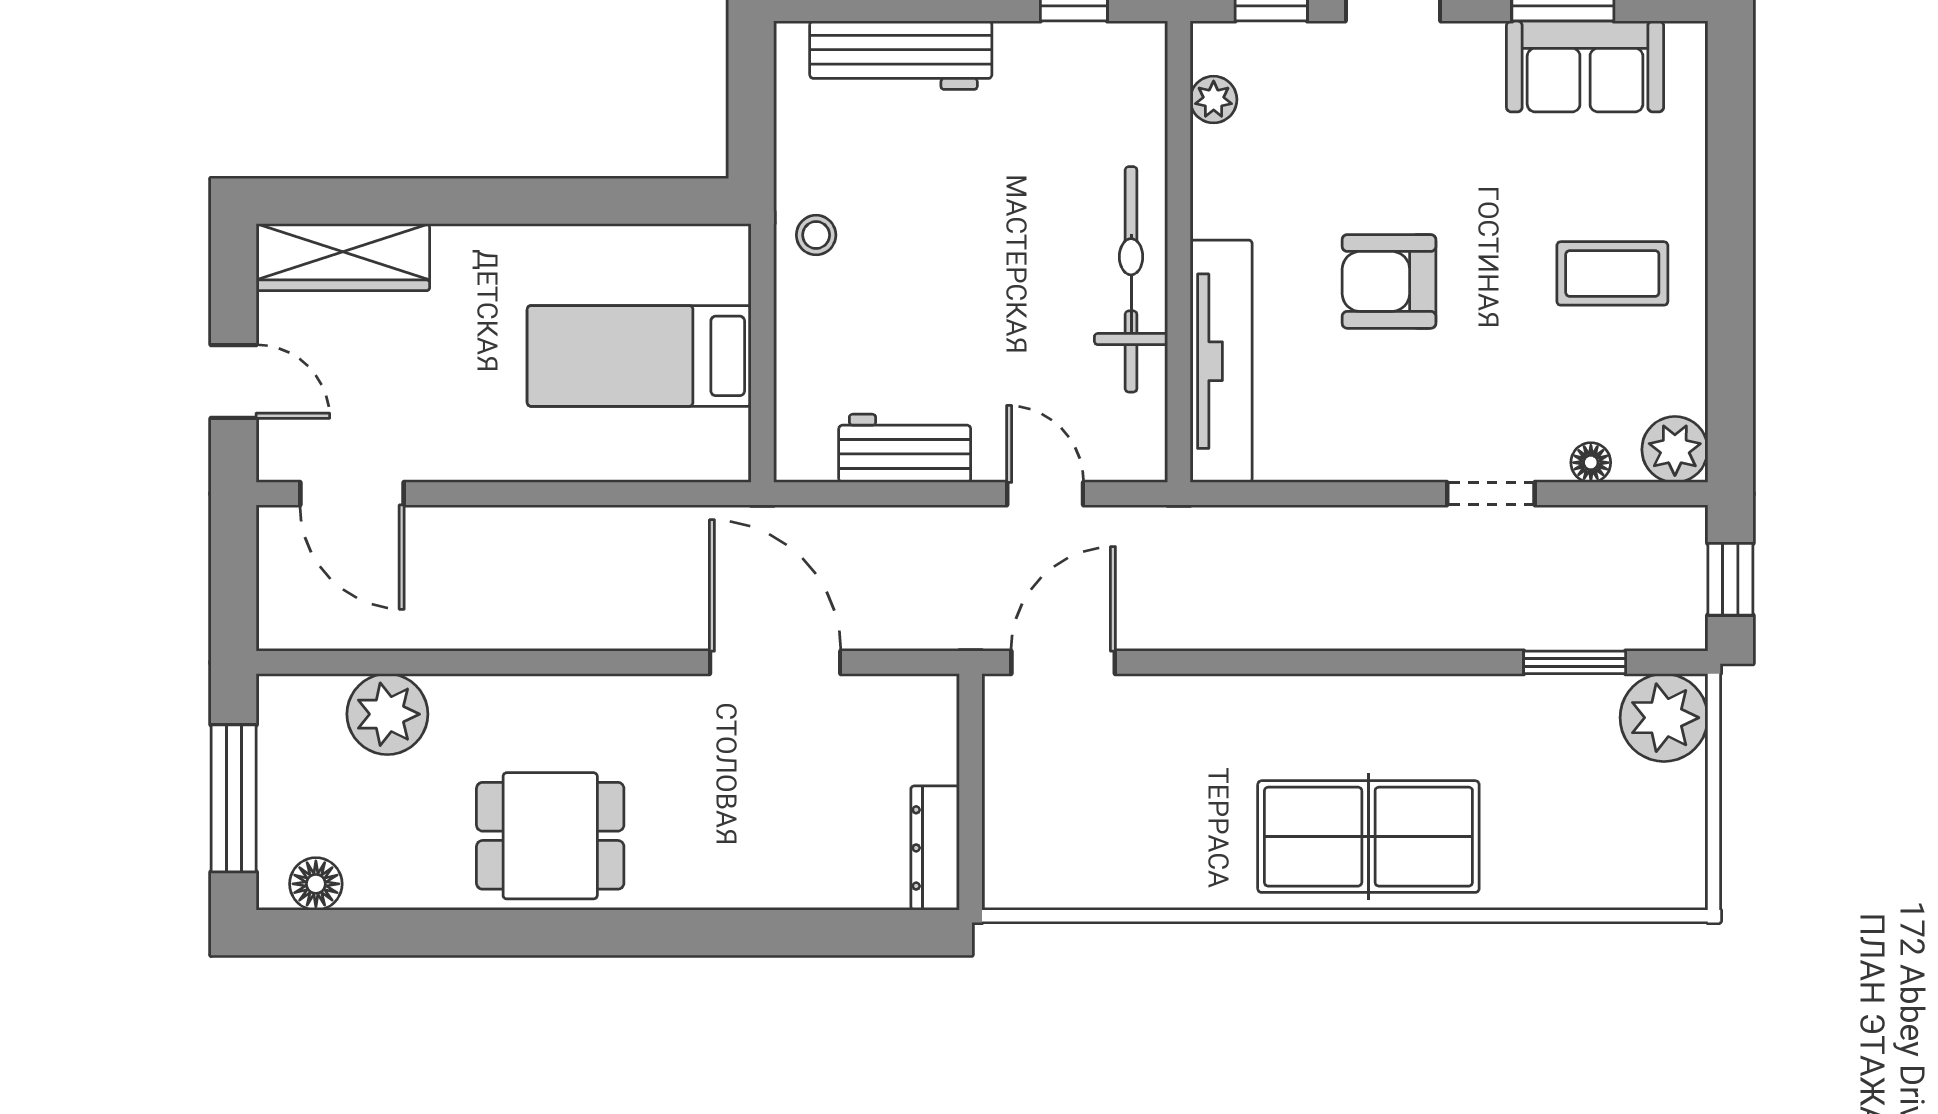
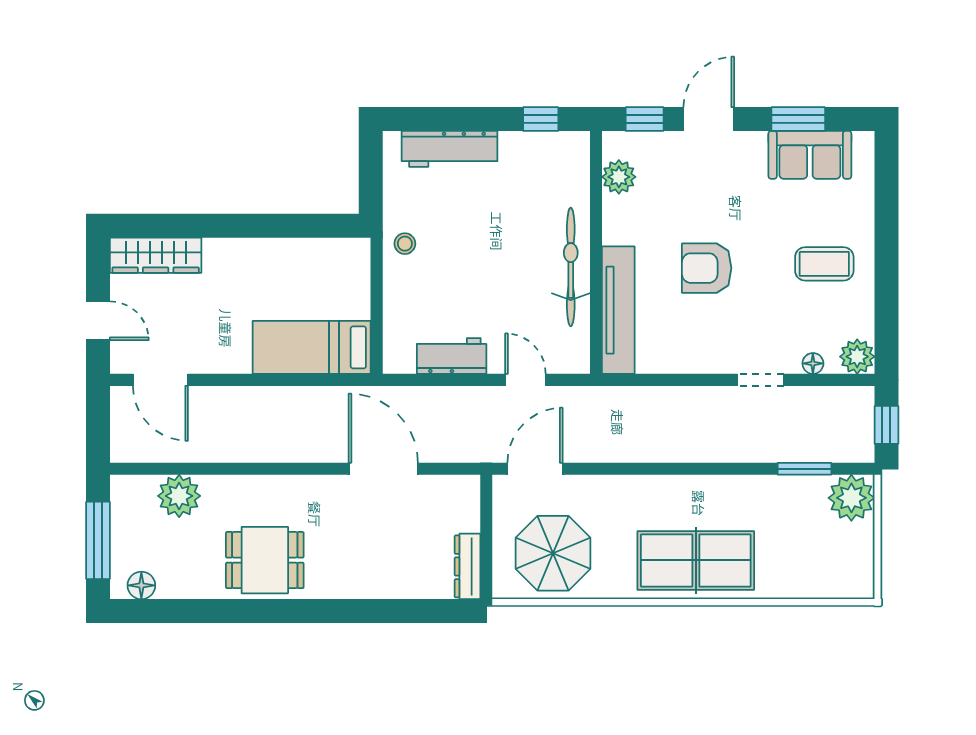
plant: (1214, 100) -> (619, 177), width x1.38, depth x1.38
bed: (639, 356) -> (312, 347), moved
parasol: (1097, 823) -> (553, 553), added

